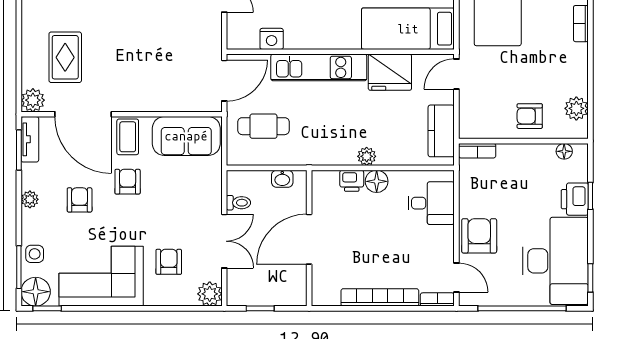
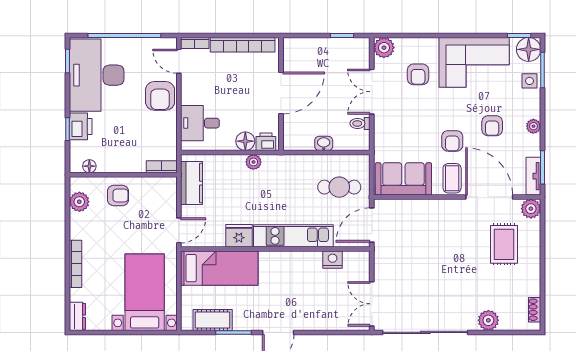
bookcase: (581, 24) -> (75, 264), width x1.56
fridge: (390, 72) -> (239, 236), width x0.73, depth x0.75
wall: (309, 238) -> (281, 94), moved
door: (309, 239) -> (281, 93), moved

